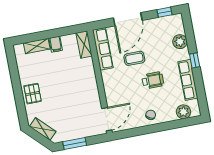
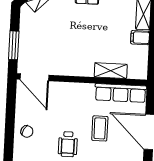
shelving: (84, 45) -> (111, 71), moved
window: (75, 144) -> (14, 45), moved

